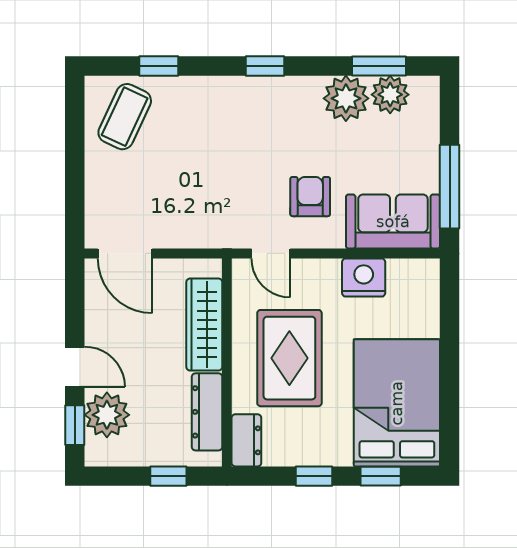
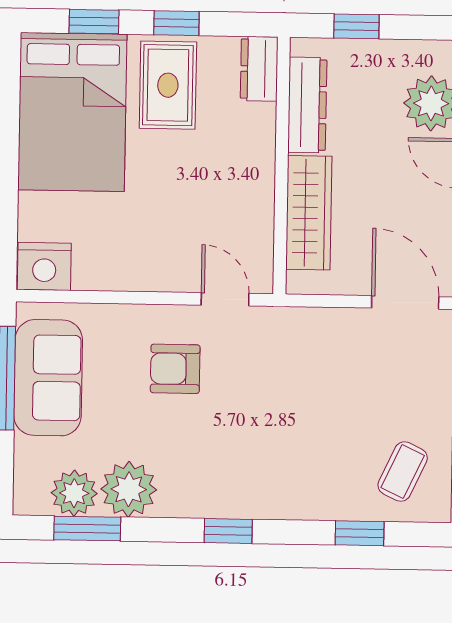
coffee table: (125, 117) -> (403, 472), width x0.73, depth x0.77
armchair: (310, 197) -> (175, 369), turned 90
sofa: (393, 222) -> (48, 378), moved, turned -90
nightstand: (364, 278) -> (44, 266), moved
rug: (289, 358) -> (168, 85), moved, width x0.73, depth x0.70

